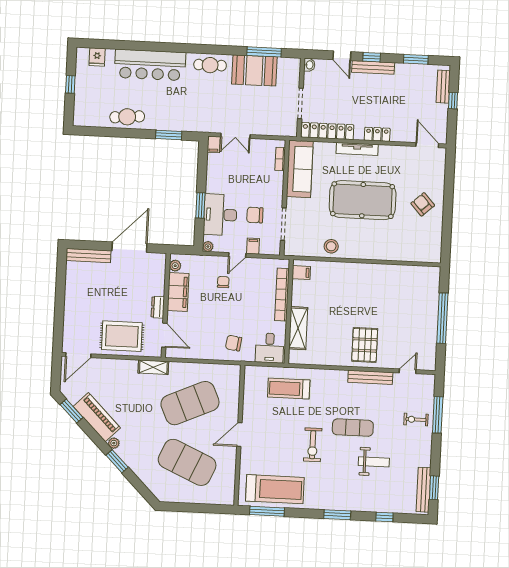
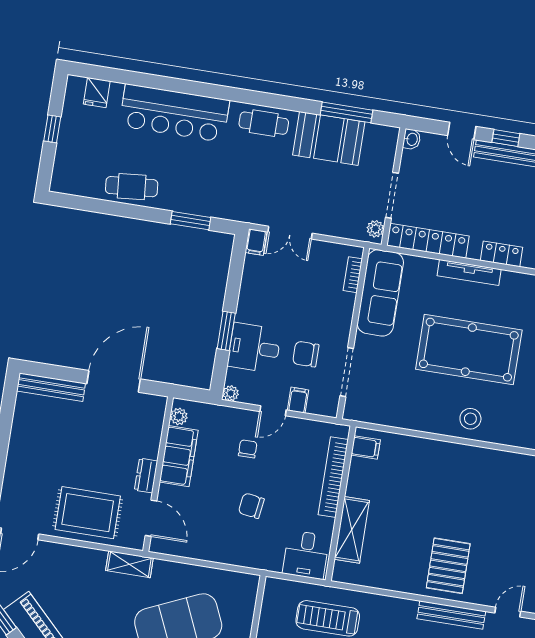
plant: (292, 127) -> (375, 229), added
desk: (220, 215) -> (254, 348), width x0.73
stool: (331, 246) -> (470, 419), moved
chair: (234, 343) -> (251, 506), moved

